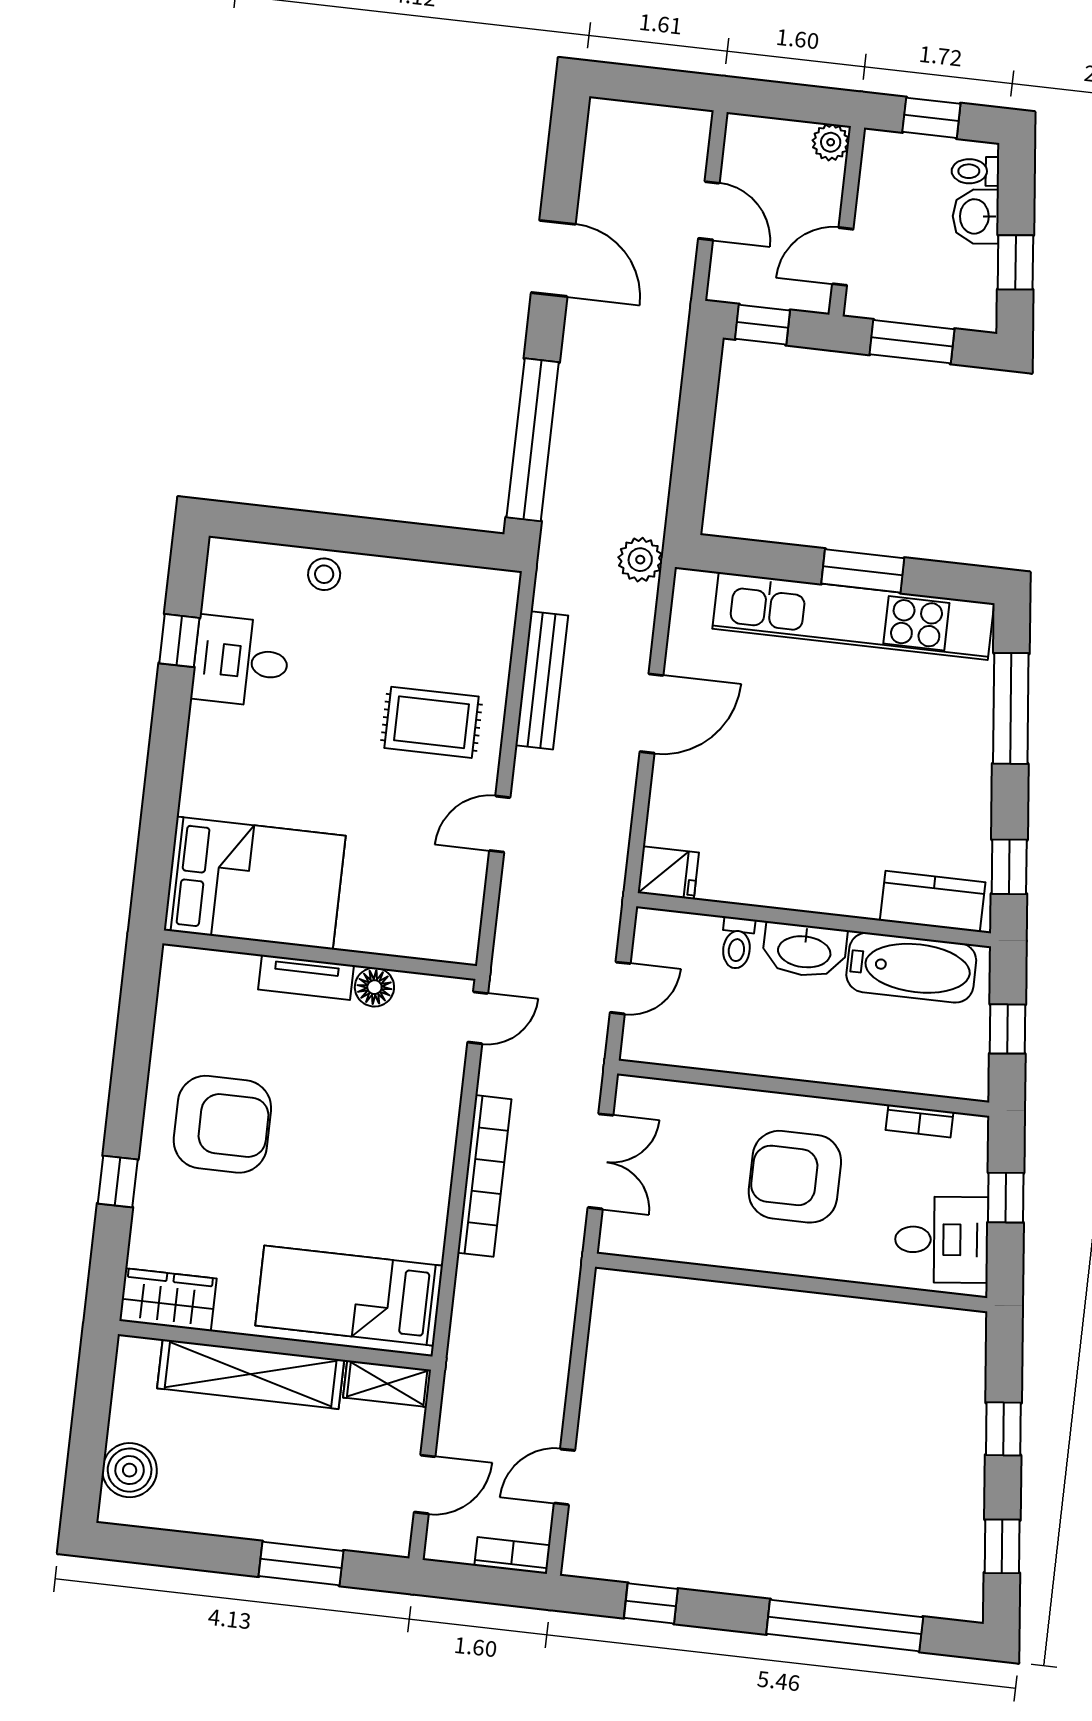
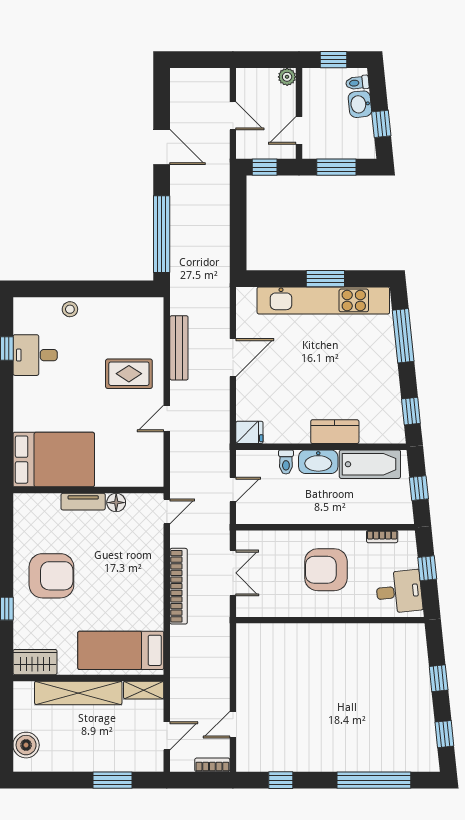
plant: (640, 560) -> (219, 285), removed
kitchen counter: (933, 901) -> (335, 432), moved

